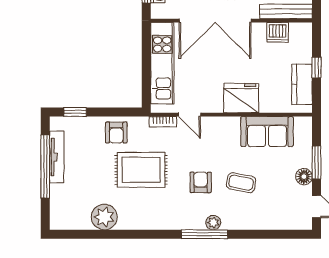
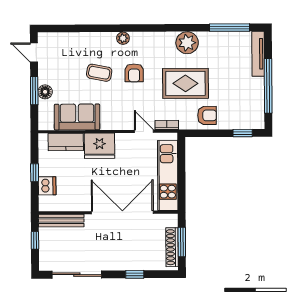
dishwasher: (278, 32) -> (47, 186), moved, turned 90
kitchen counter: (302, 84) -> (66, 142), moved, turned 90
armchair: (116, 133) -> (207, 115), turned 90
tv unit: (57, 157) -> (258, 54), moved
floor lamp: (304, 177) -> (45, 92), moved
plant: (104, 217) -> (187, 43), moved
window: (205, 234) -> (230, 28), moved

